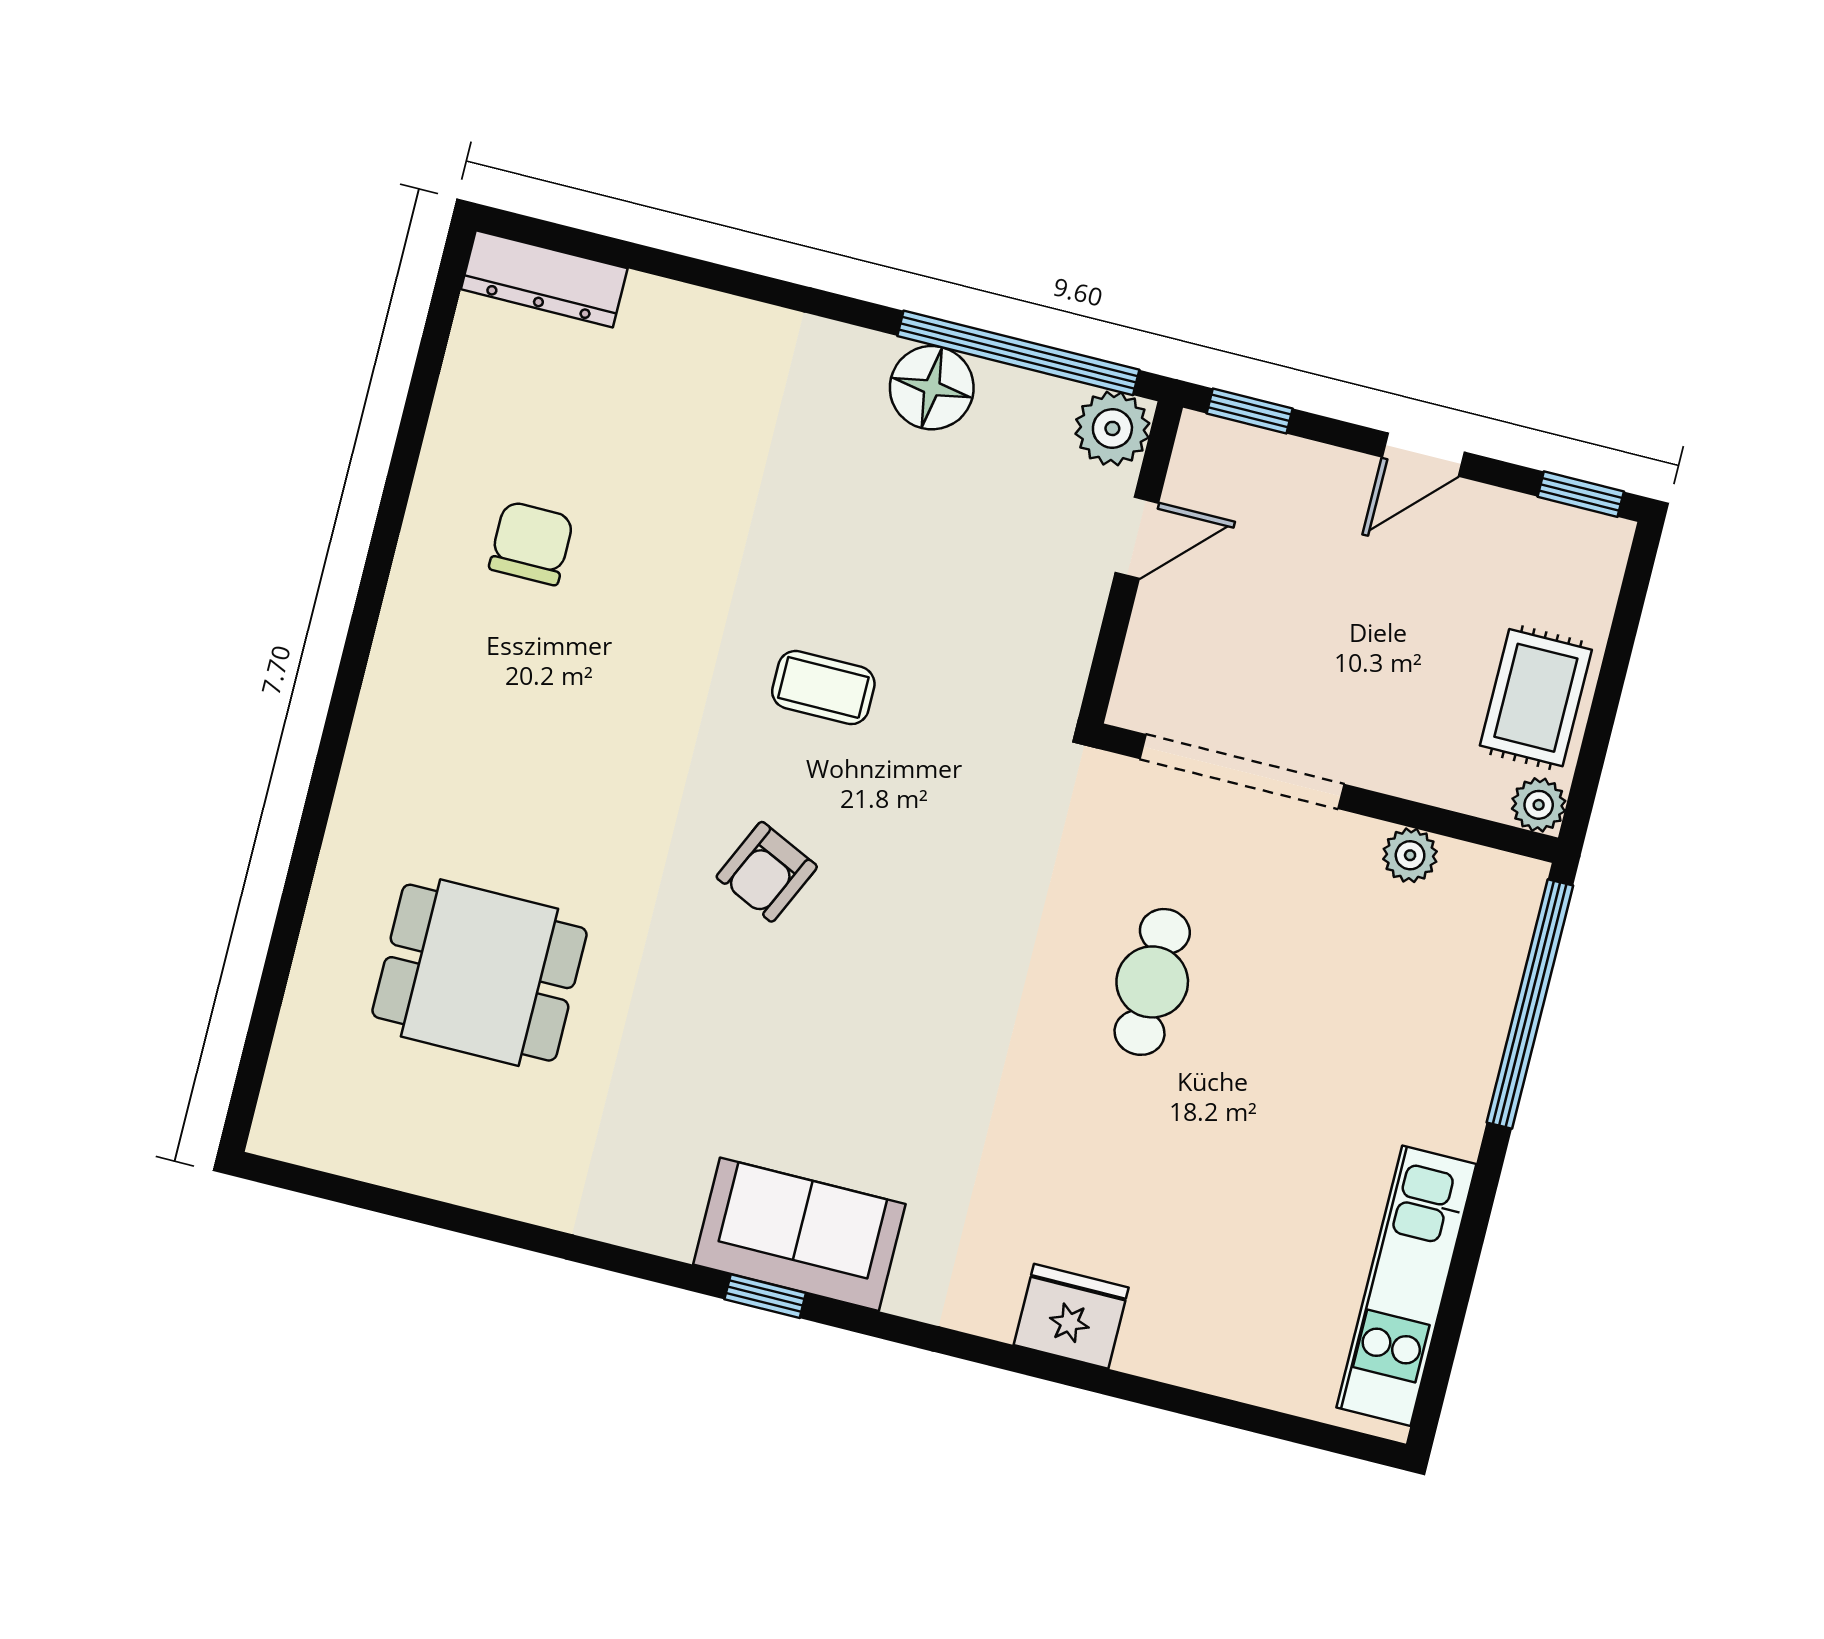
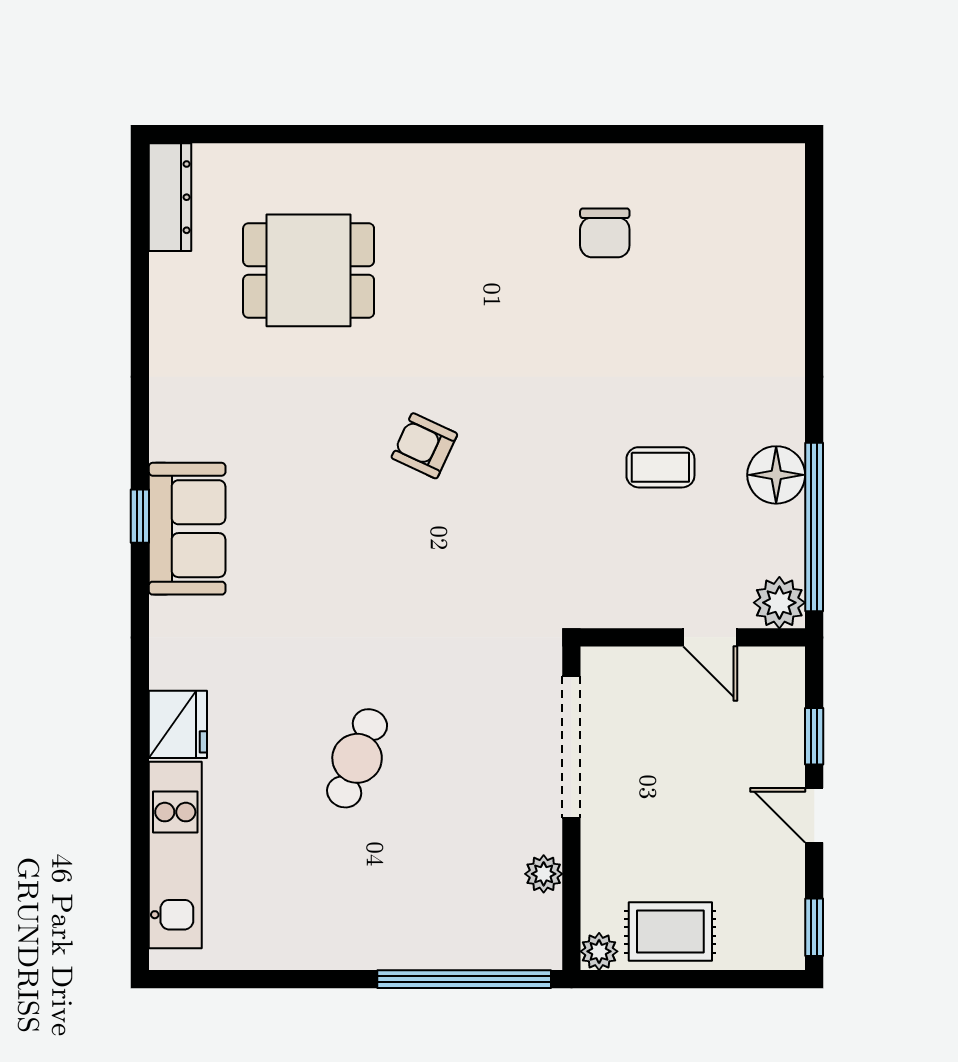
dresser: (544, 279) -> (170, 197), moved, turned 180
window: (1250, 411) -> (814, 736), moved
chair: (531, 543) -> (605, 233), turned 90
coffee table: (823, 688) -> (660, 467), moved, turned 90
dining table: (479, 973) -> (309, 270), turned 90
cafe table: (1152, 982) -> (357, 758), moved, turned -69
kitchen unit: (1406, 1286) -> (175, 855), moved, turned 90

